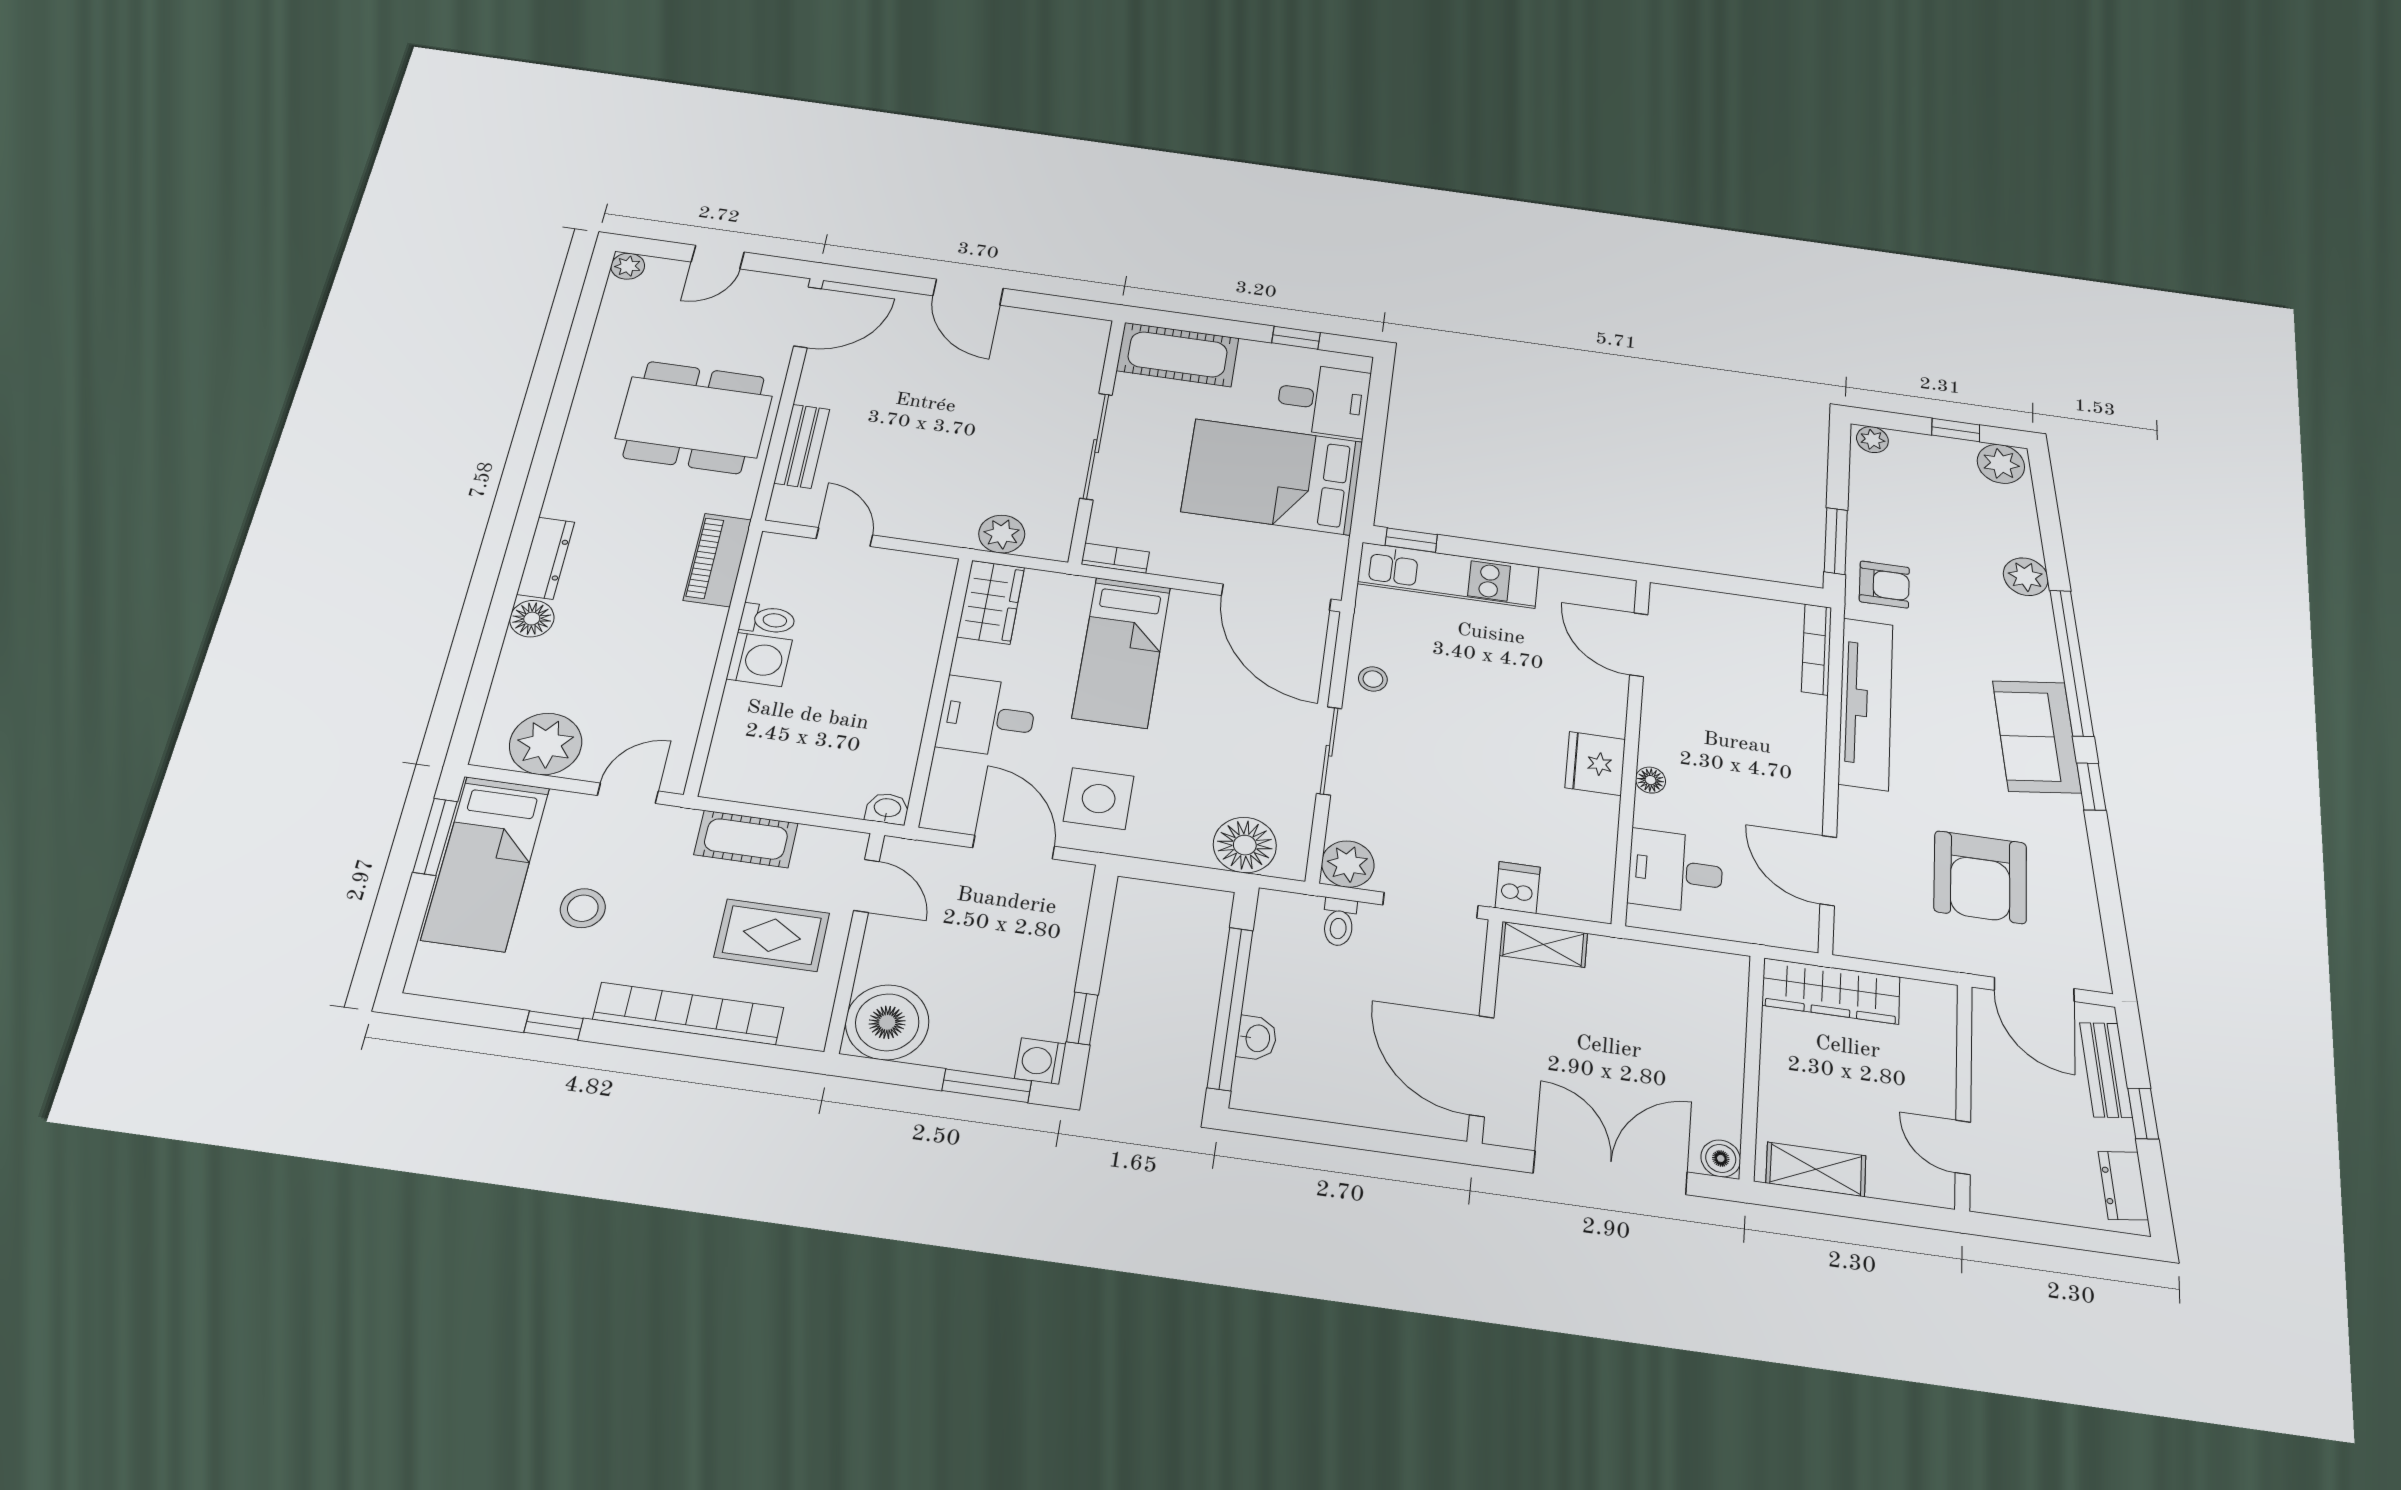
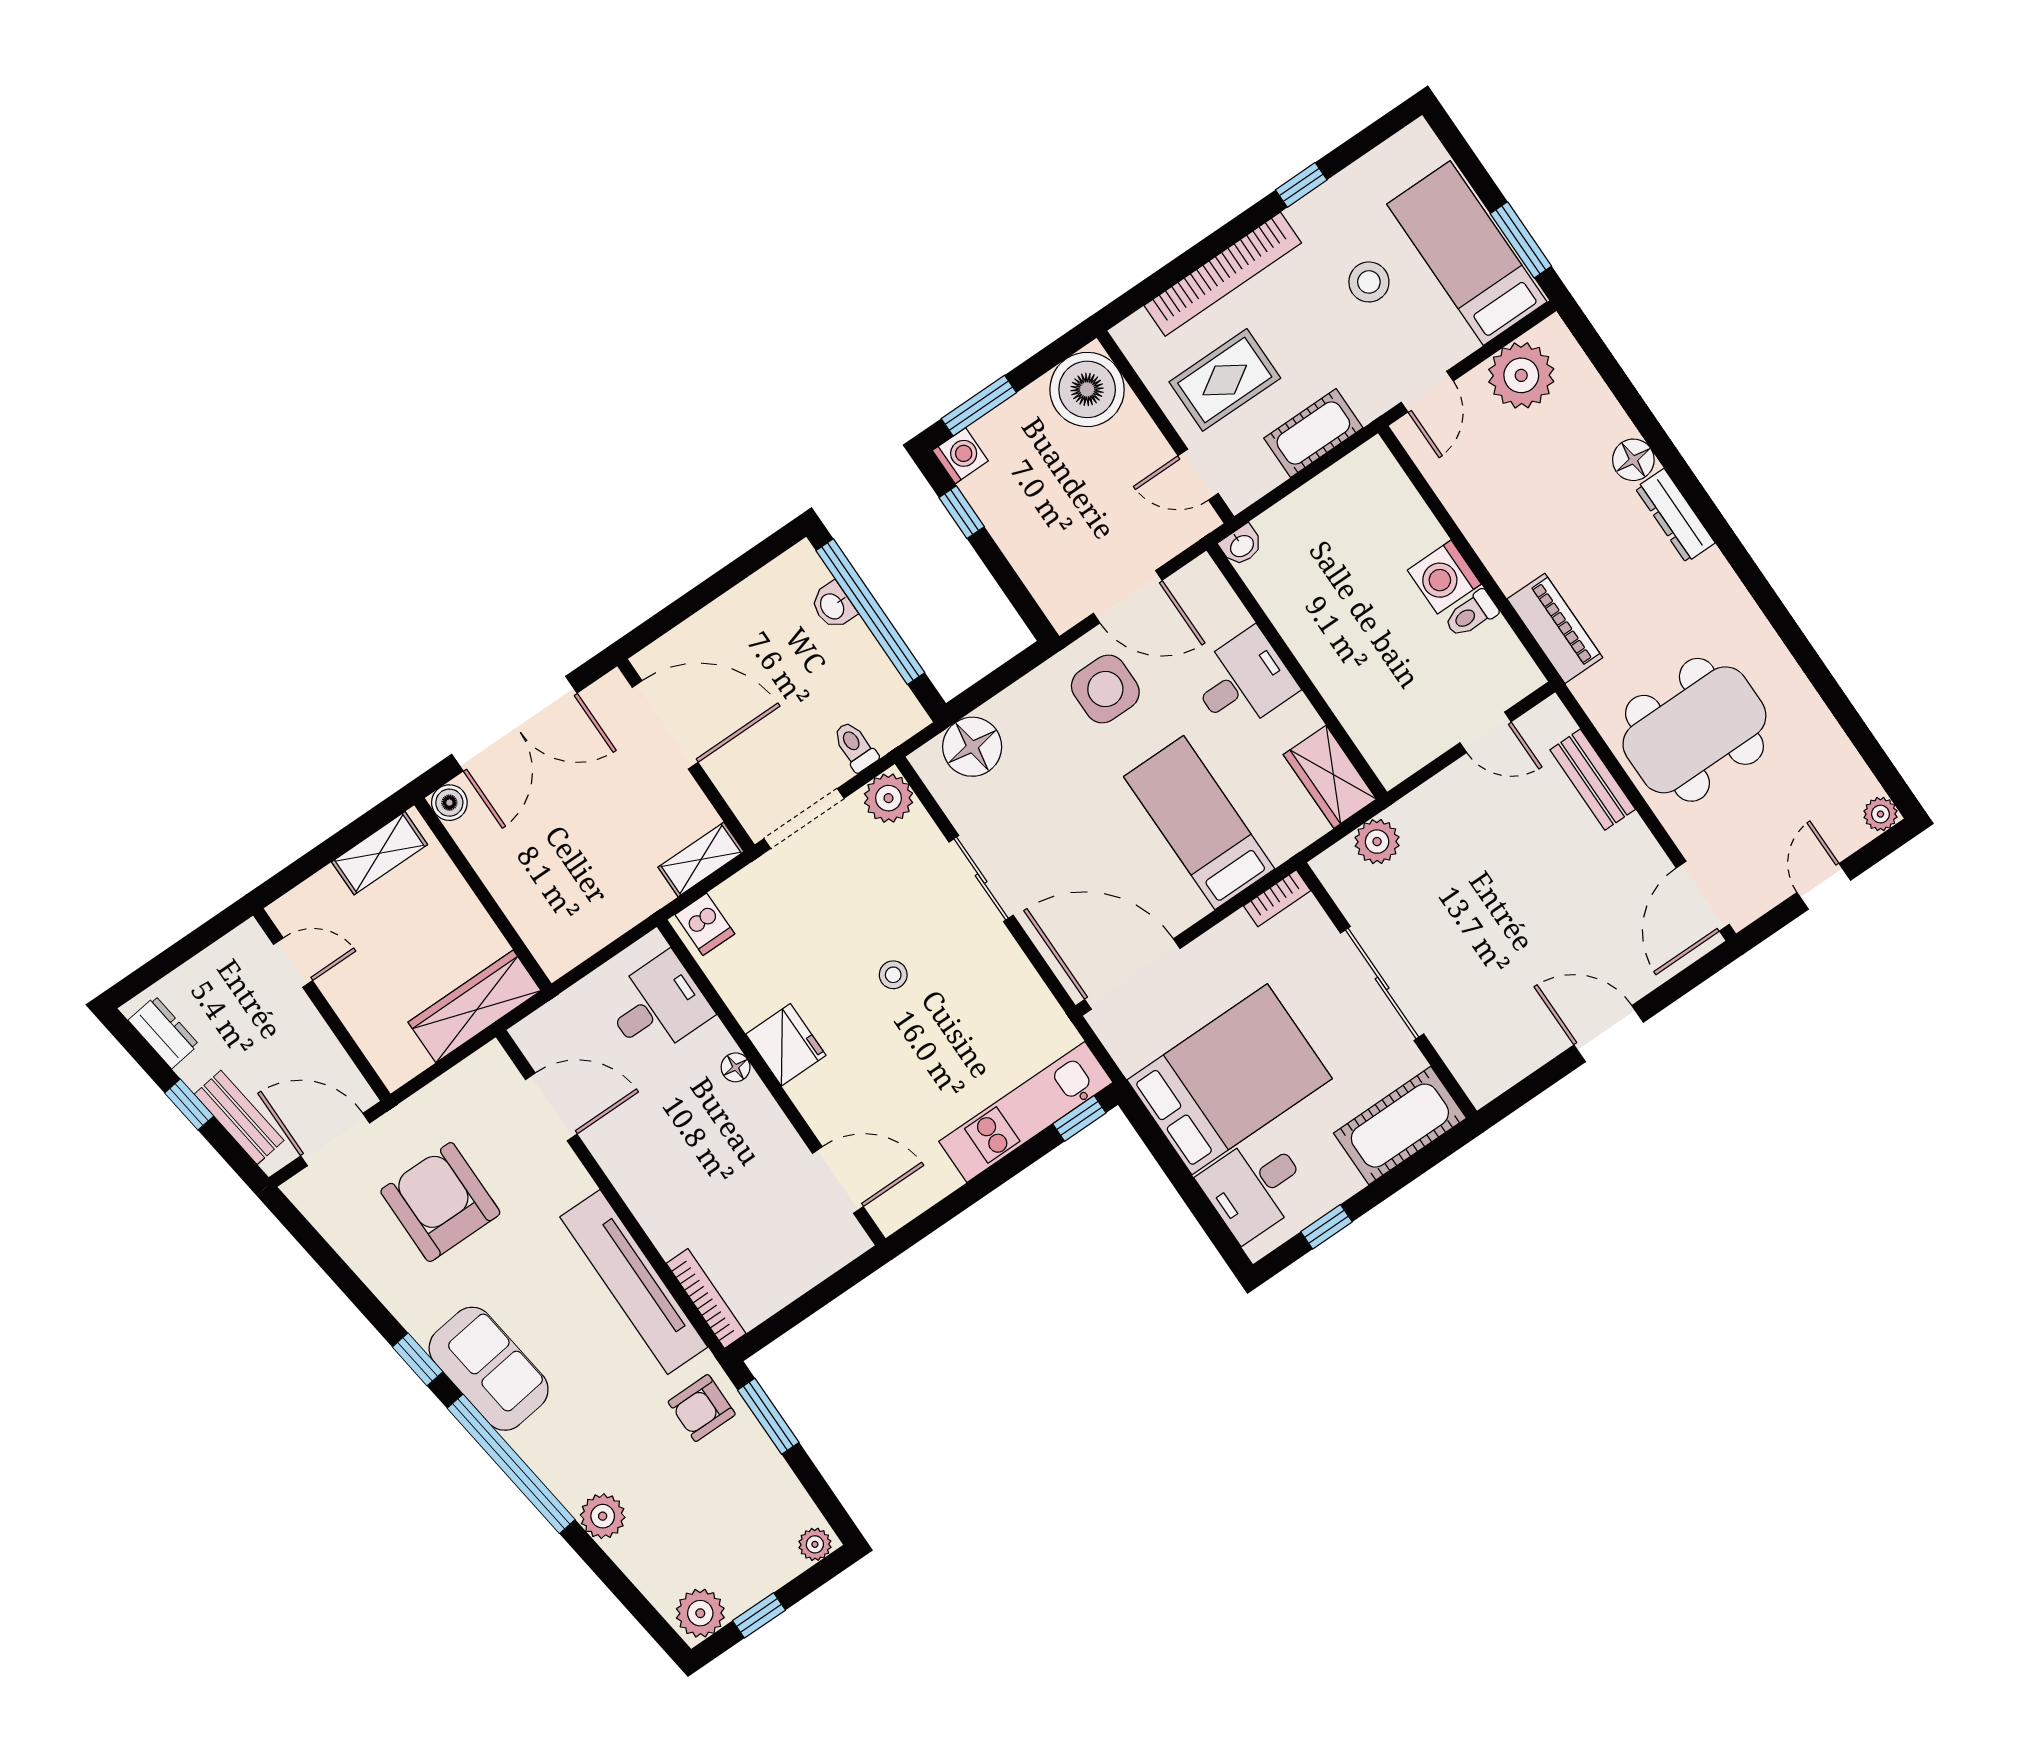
stool: (1373, 679) -> (893, 975), moved
dishwasher: (1518, 888) -> (705, 924), moved

